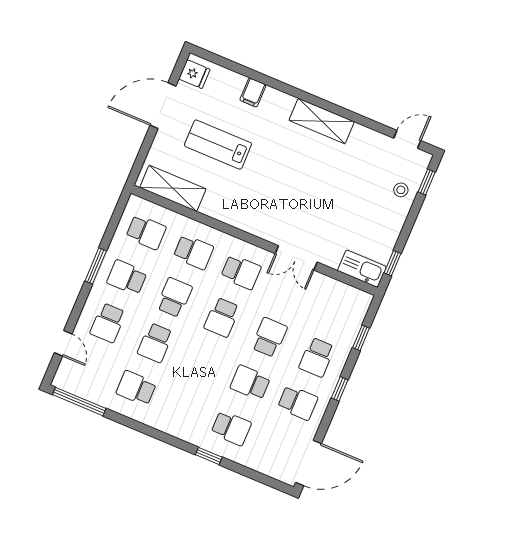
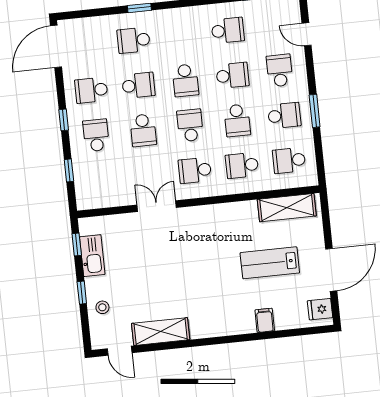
shelving: (322, 121) -> (161, 332), moved
door: (407, 139) -> (120, 351), hinge flipped
lab bench: (218, 145) -> (270, 263), turned 180
window: (427, 182) -> (82, 293), moved
kitchen sink: (362, 269) -> (92, 256), moved, turned -90
school desk: (155, 343) -> (233, 75), turned 90
school desk: (203, 363) -> (185, 80), added

